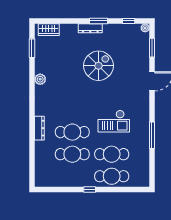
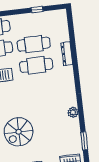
dresser: (39, 128) -> (67, 54), moved
window: (90, 189) -> (37, 10), moved

